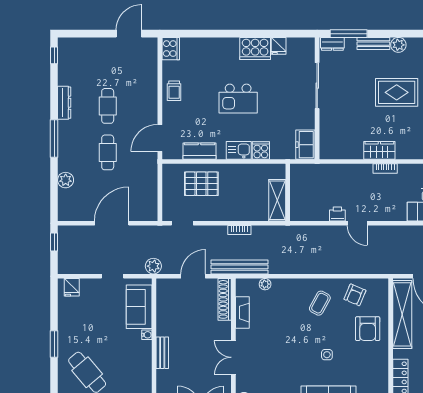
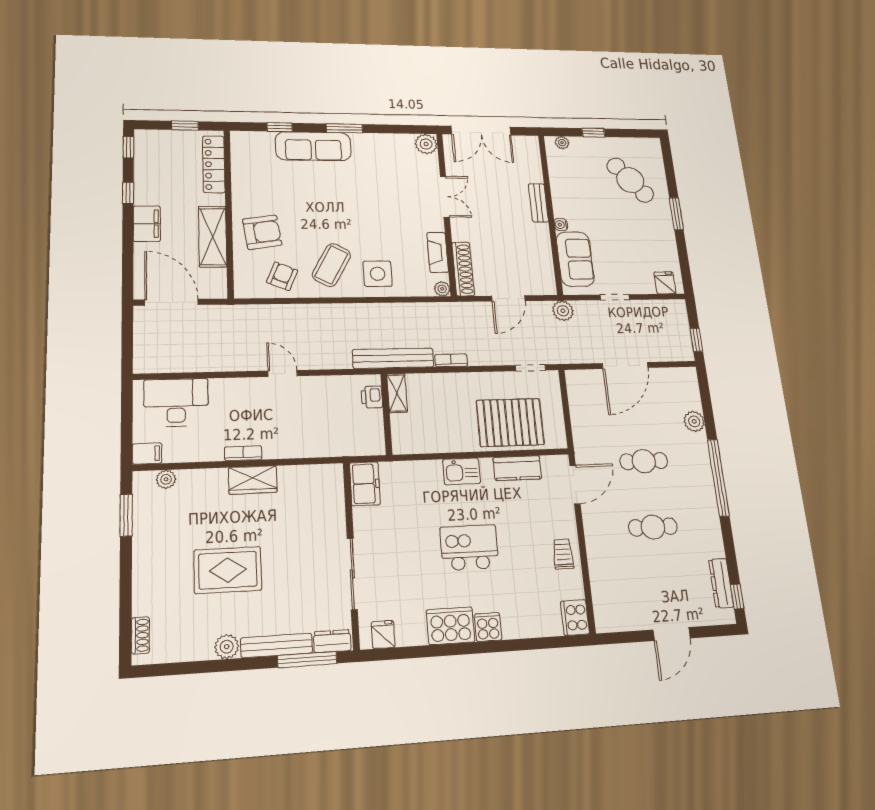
door: (129, 34) -> (672, 634), moved
bench: (373, 44) -> (277, 645), width x1.36
fridge: (279, 46) -> (383, 635), moved
dresser: (64, 103) -> (721, 583), moved
cafe table: (108, 106) -> (653, 527), turned 90
window: (54, 138) -> (718, 478), width x1.46
cooker: (261, 150) -> (488, 627), moved, turned 180
cafe table: (108, 152) -> (644, 461), turned 90
pallet: (201, 184) -> (510, 422), width x1.37, depth x1.41
shelving: (277, 200) -> (397, 393), width x0.67, depth x0.75
printer: (337, 214) -> (372, 397), moved, turned 90
bench: (240, 267) -> (393, 358), moved
plant: (265, 284) -> (442, 289), moved
coffee table: (320, 303) -> (331, 265), width x1.36, depth x1.30
shelving: (402, 314) -> (213, 237), width x0.68
armchair: (368, 329) -> (262, 232), turned 82
side table: (327, 355) -> (378, 274), moved, width x1.87, depth x1.87

